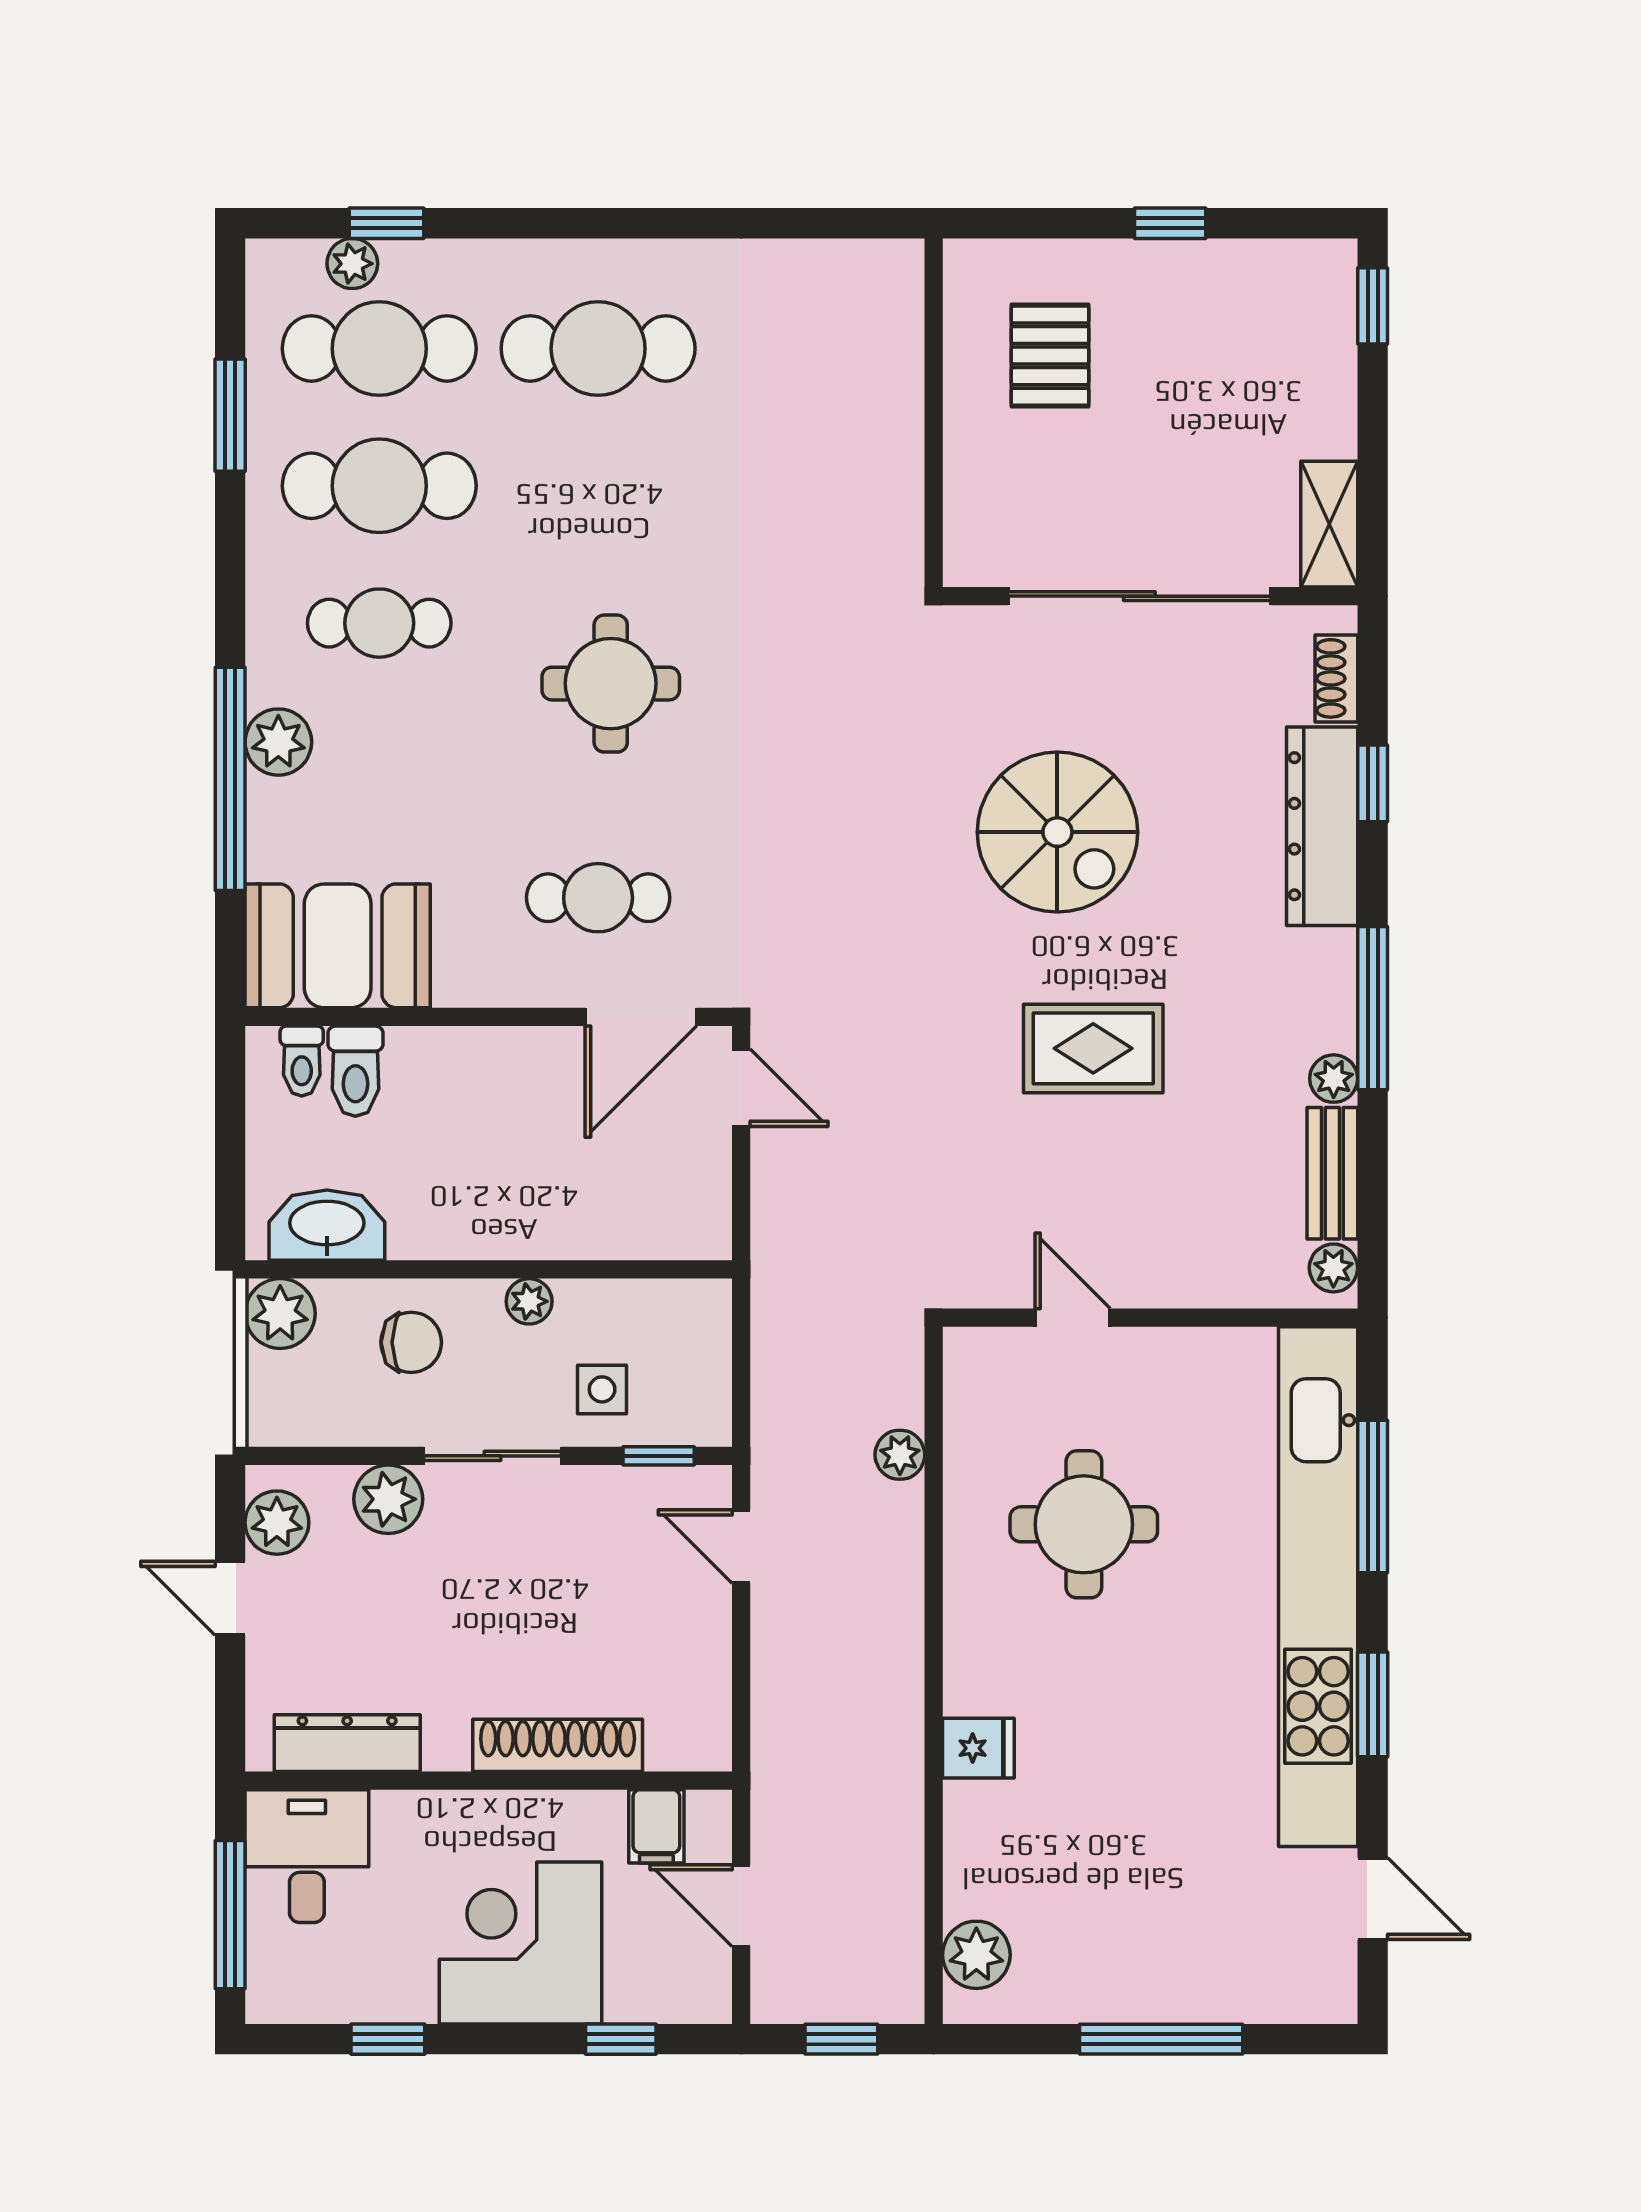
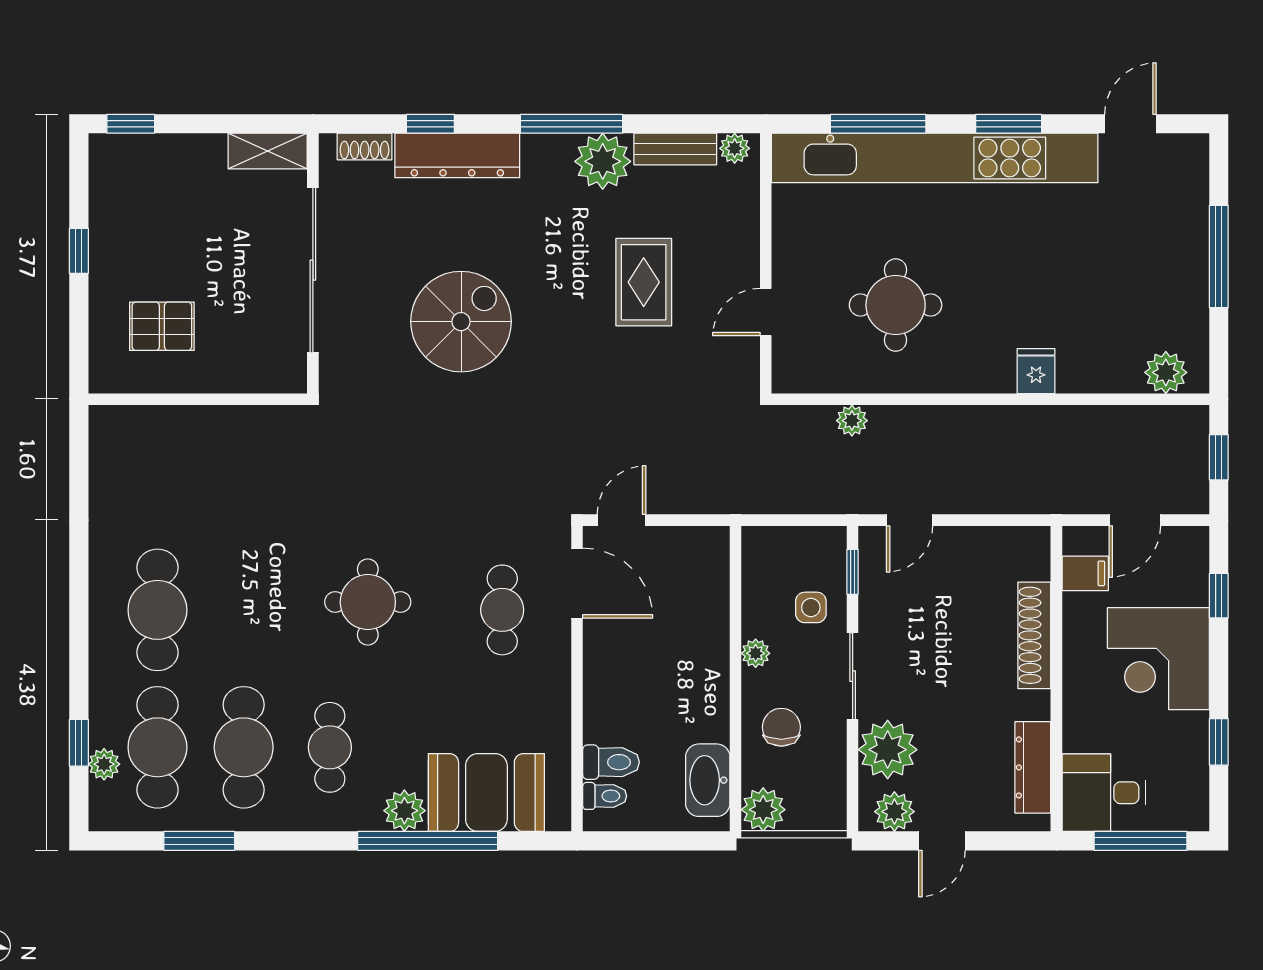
booth: (338, 946) -> (486, 793), moved, turned 90
rug: (1093, 1048) -> (644, 282), moved
plant: (1334, 1079) -> (603, 161), width x1.87, depth x1.87
plant: (388, 1499) -> (888, 750), width x1.36, depth x1.36

